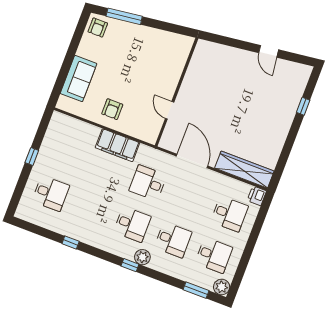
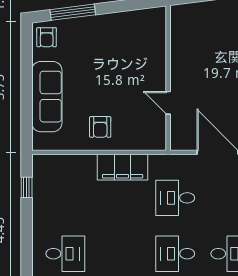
sofa: (79, 79) -> (47, 97), width x1.36
window: (32, 156) -> (27, 187), moved
desk: (132, 224) -> (175, 254), turned 180

